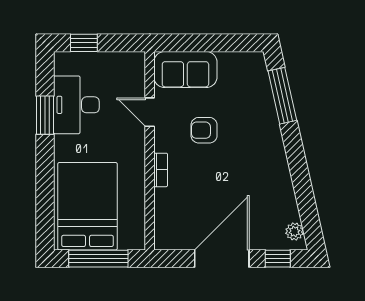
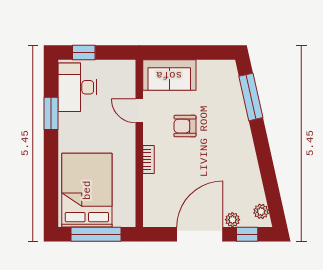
desk: (76, 105) -> (77, 87), moved
plant: (260, 241) -> (232, 220), added

